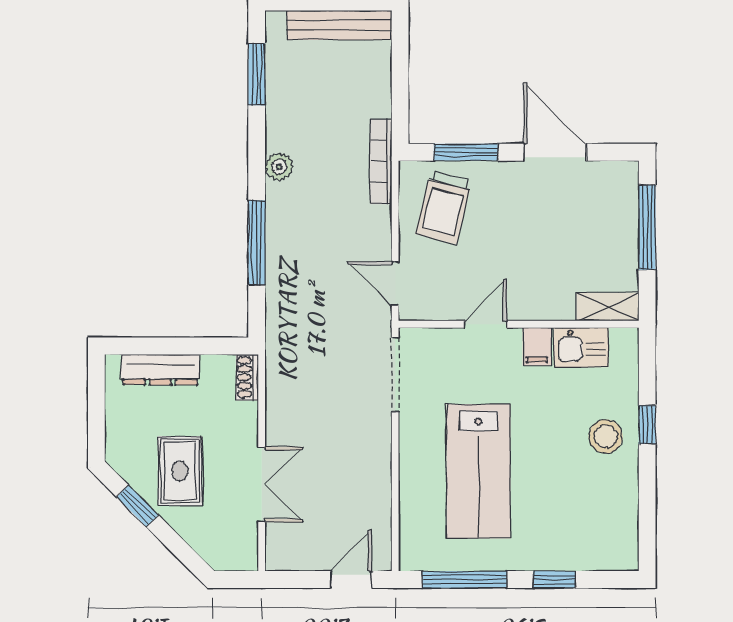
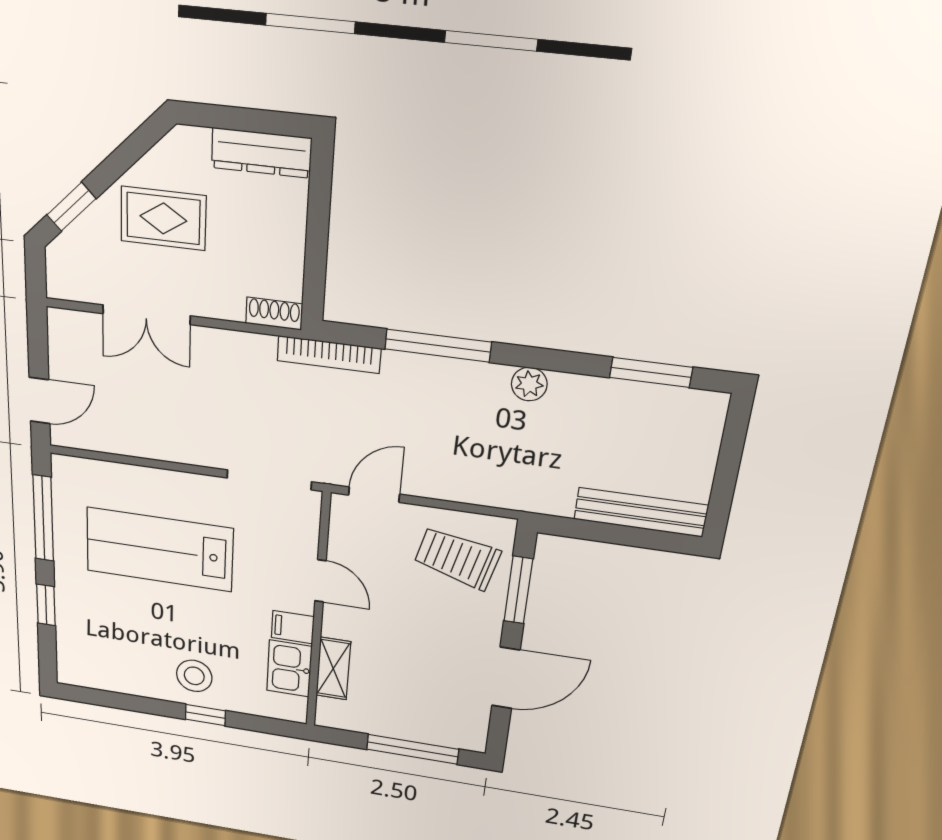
bench: (339, 25) -> (641, 512), moved, turned 90
bookcase: (381, 162) -> (329, 355), moved, turned 180
shelving: (608, 307) -> (333, 669), moved
dresser: (160, 370) -> (261, 153), moved, turned -90
window: (137, 506) -> (71, 207), moved
door: (351, 580) -> (40, 401), hinge flipped

